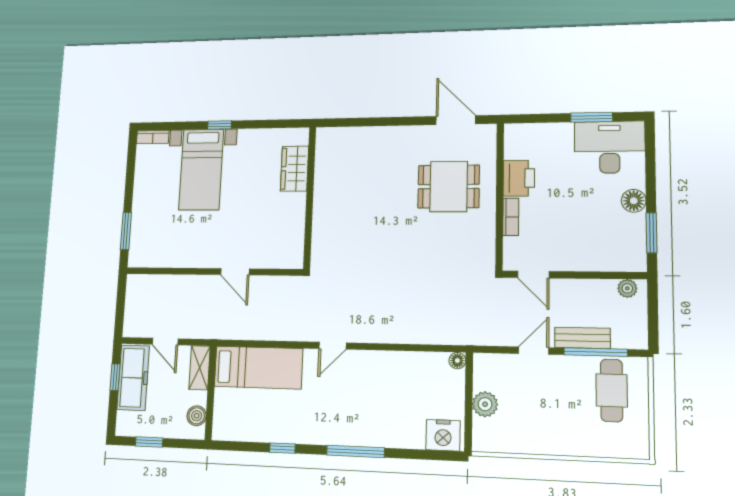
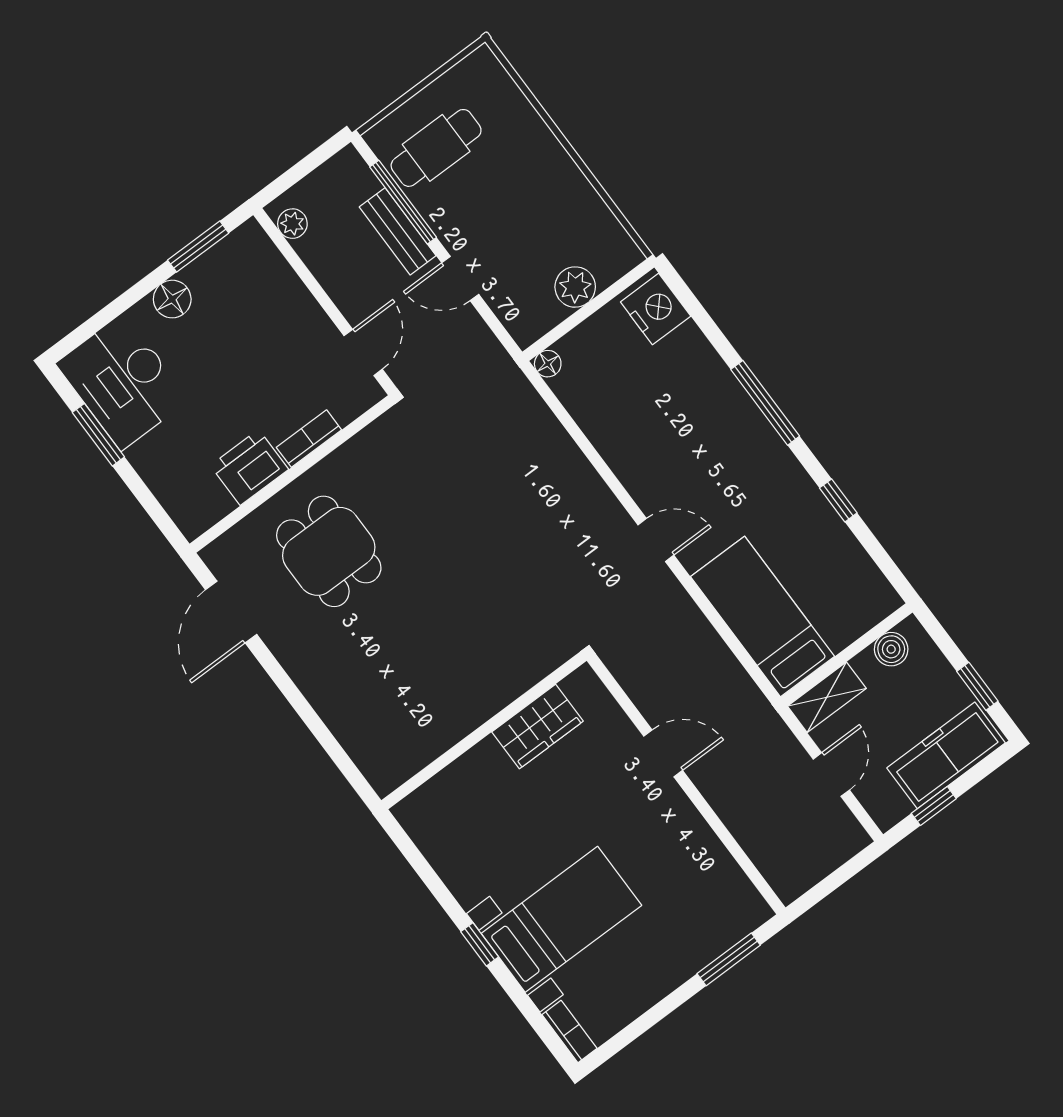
wardrobe: (295, 169) -> (538, 727), moved
door: (235, 272) -> (663, 753), hinge flipped
freezer: (133, 378) -> (946, 755), moved

